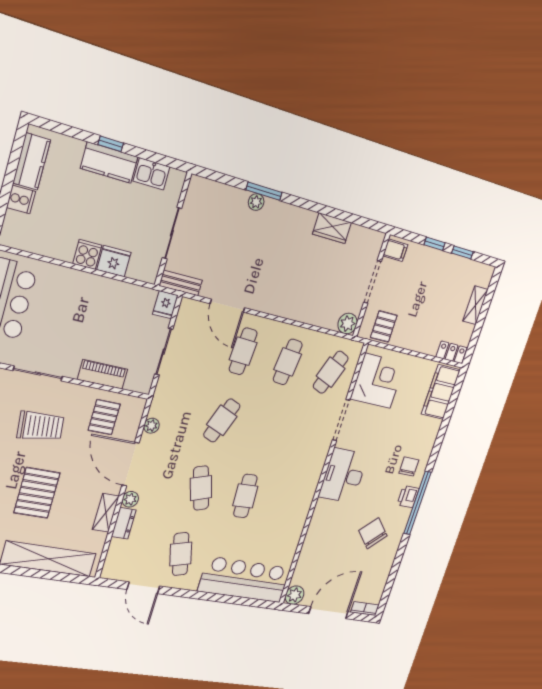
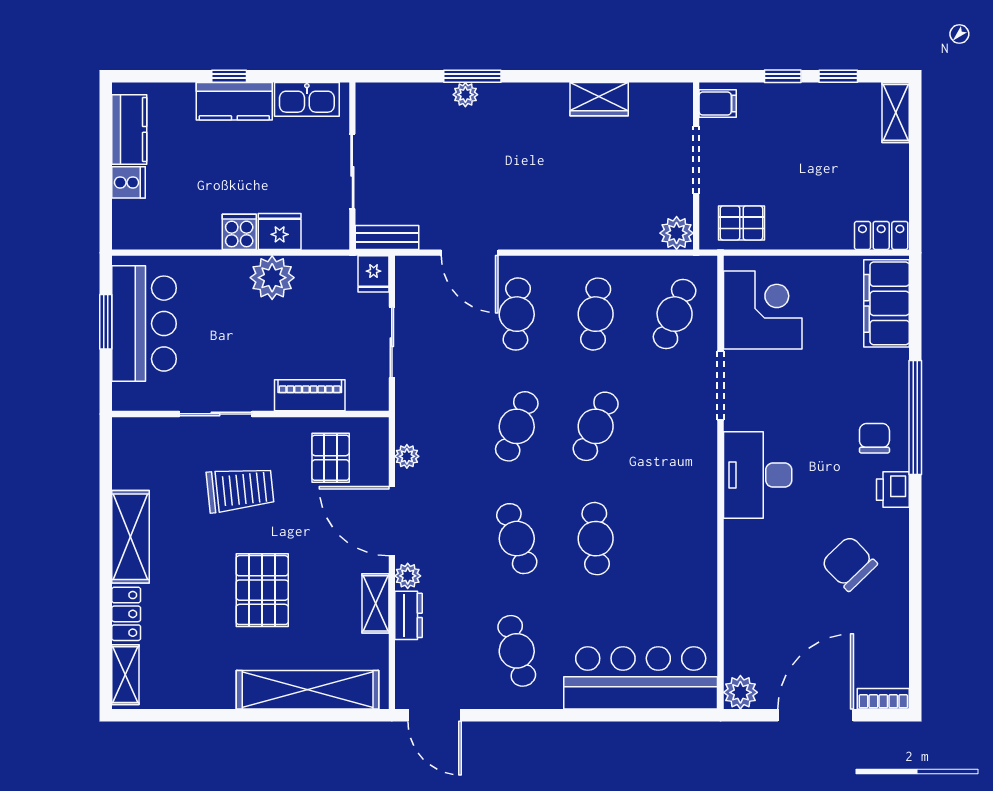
kitchen sink: (152, 174) -> (307, 99), width x1.38
plant: (100, 291) -> (272, 278), added
shelving: (475, 305) -> (896, 112), moved
pallet: (384, 326) -> (741, 223), turned 90
cafe table: (266, 430) -> (596, 426), added
window: (417, 503) -> (915, 417), moved
door: (143, 588) -> (435, 715), moved

